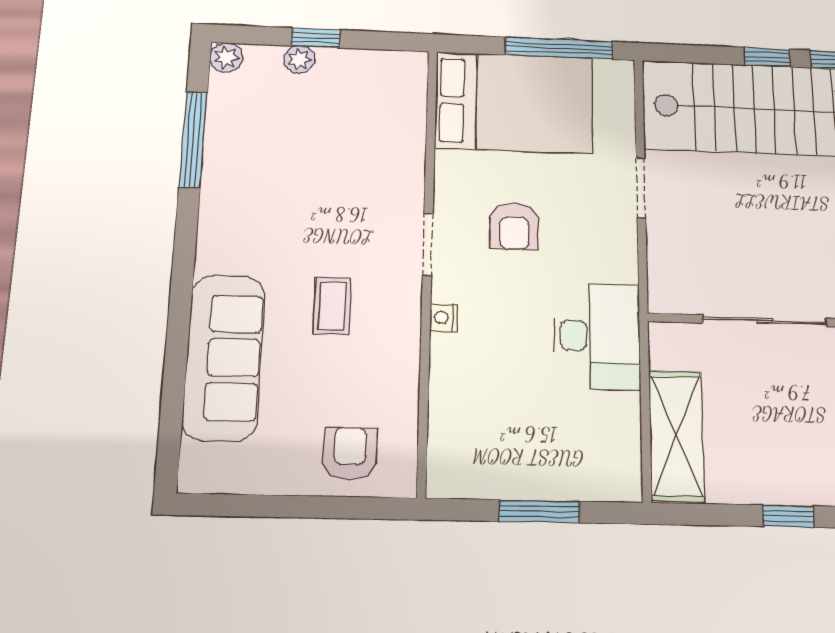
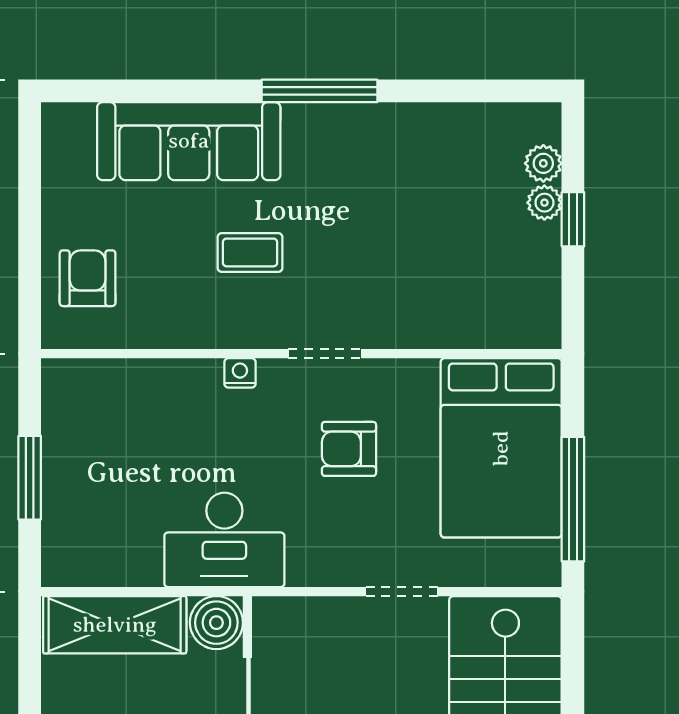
plant: (226, 57) -> (543, 163), moved
window: (193, 139) -> (320, 91), moved
boiler: (672, 345) -> (216, 623), added
armchair: (350, 453) -> (88, 278), turned -90

